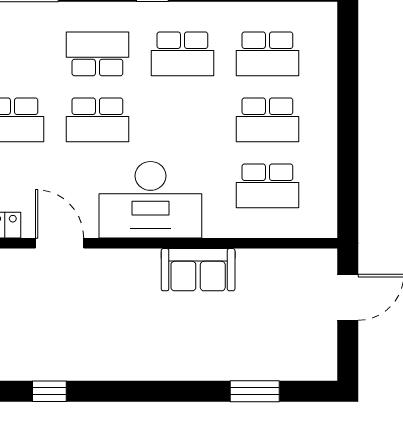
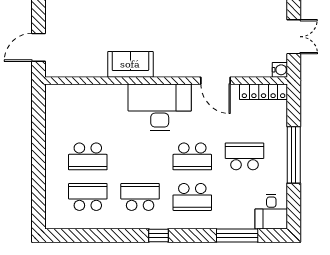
school desk: (97, 120) -> (192, 156), turned 180
school desk: (267, 120) -> (88, 156), turned 180
school desk: (267, 186) -> (88, 116), removed

